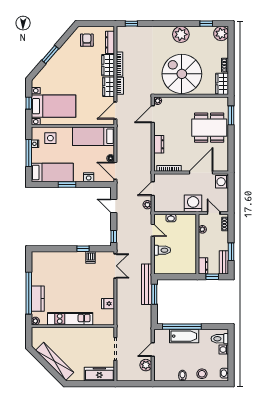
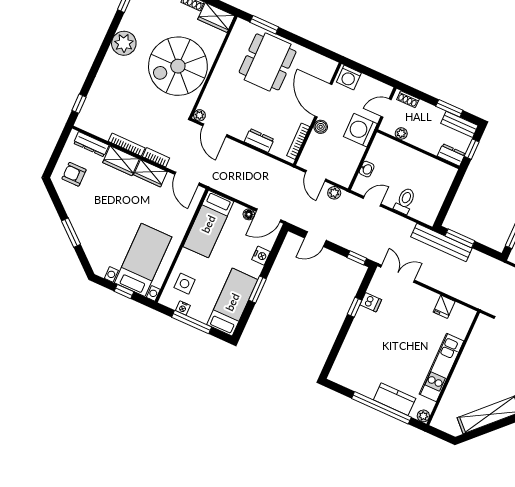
boiler: (184, 178) -> (321, 127), added

